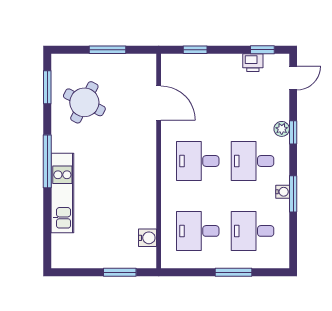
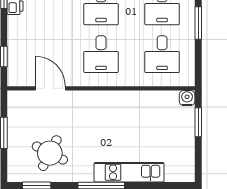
door: (159, 103) -> (50, 88), hinge flipped
water cooler: (147, 238) -> (187, 98), moved

